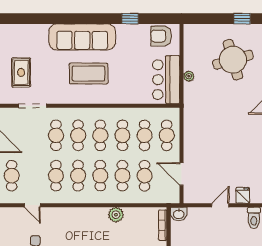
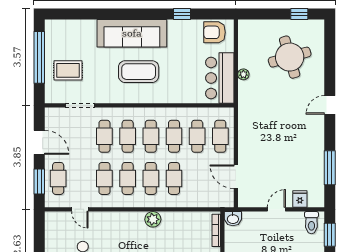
rug: (21, 72) -> (68, 70), turned 90
cafe table: (145, 176) -> (197, 178), removed
plant: (116, 215) -> (153, 219), moved

